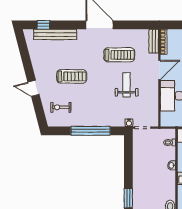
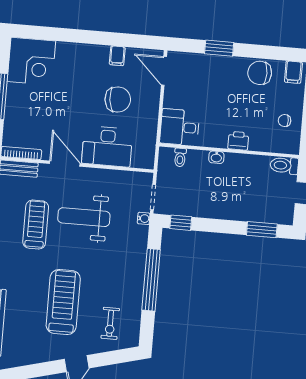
treadmill: (72, 76) -> (63, 302), width x1.37, depth x1.38
weight bench: (127, 85) -> (84, 217), width x1.36, depth x1.33
window: (128, 146) -> (181, 223), added

